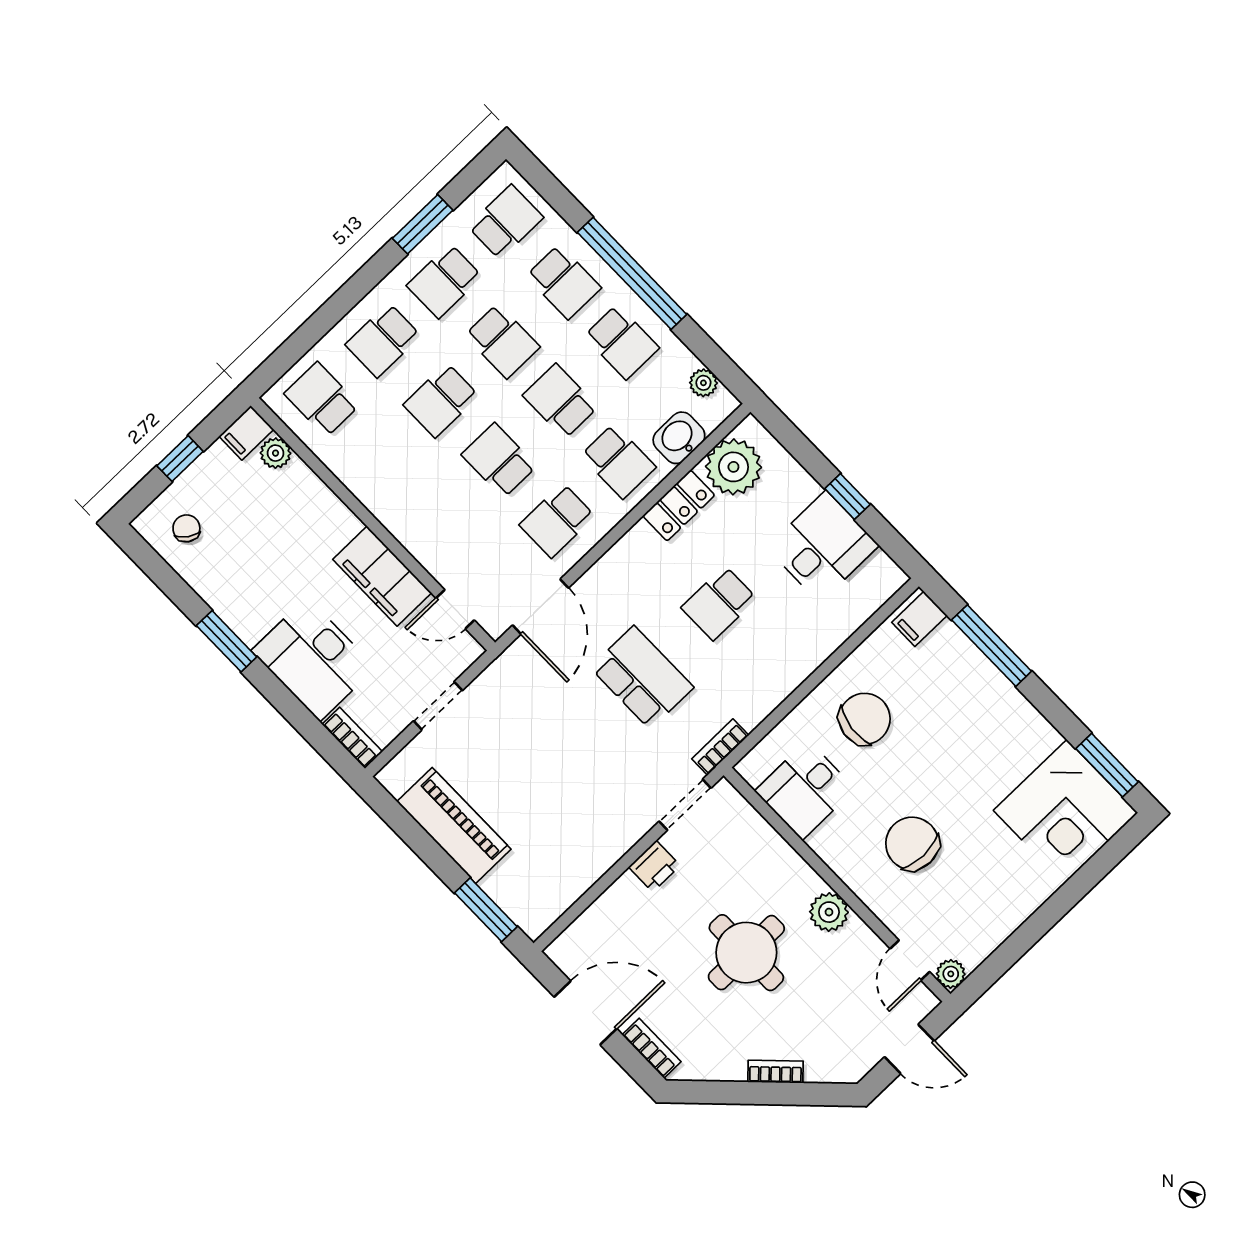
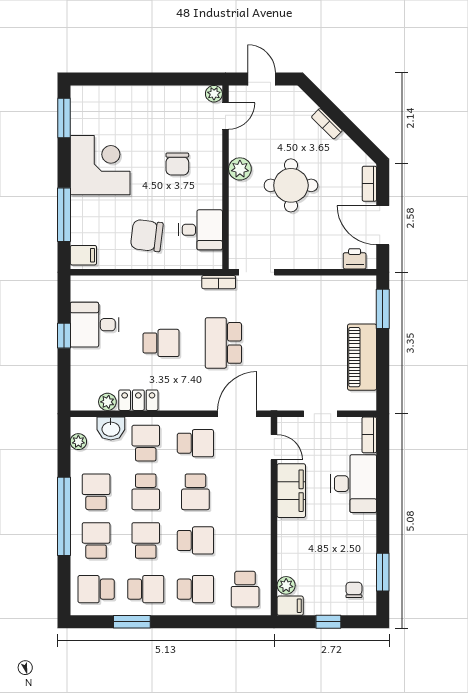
plant: (733, 467) -> (107, 402), width x0.53, depth x0.53
chair: (186, 528) -> (354, 590), turned 145
window: (227, 641) -> (383, 572), moved
corner desk: (1066, 812) -> (100, 165), moved
chair: (912, 844) -> (177, 164), width x0.73, depth x0.73
printer: (654, 866) -> (355, 259), moved

